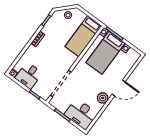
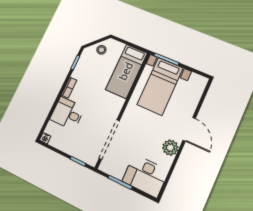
desk: (29, 76) -> (67, 113), moved, turned 90
door: (119, 88) -> (189, 129), hinge flipped

